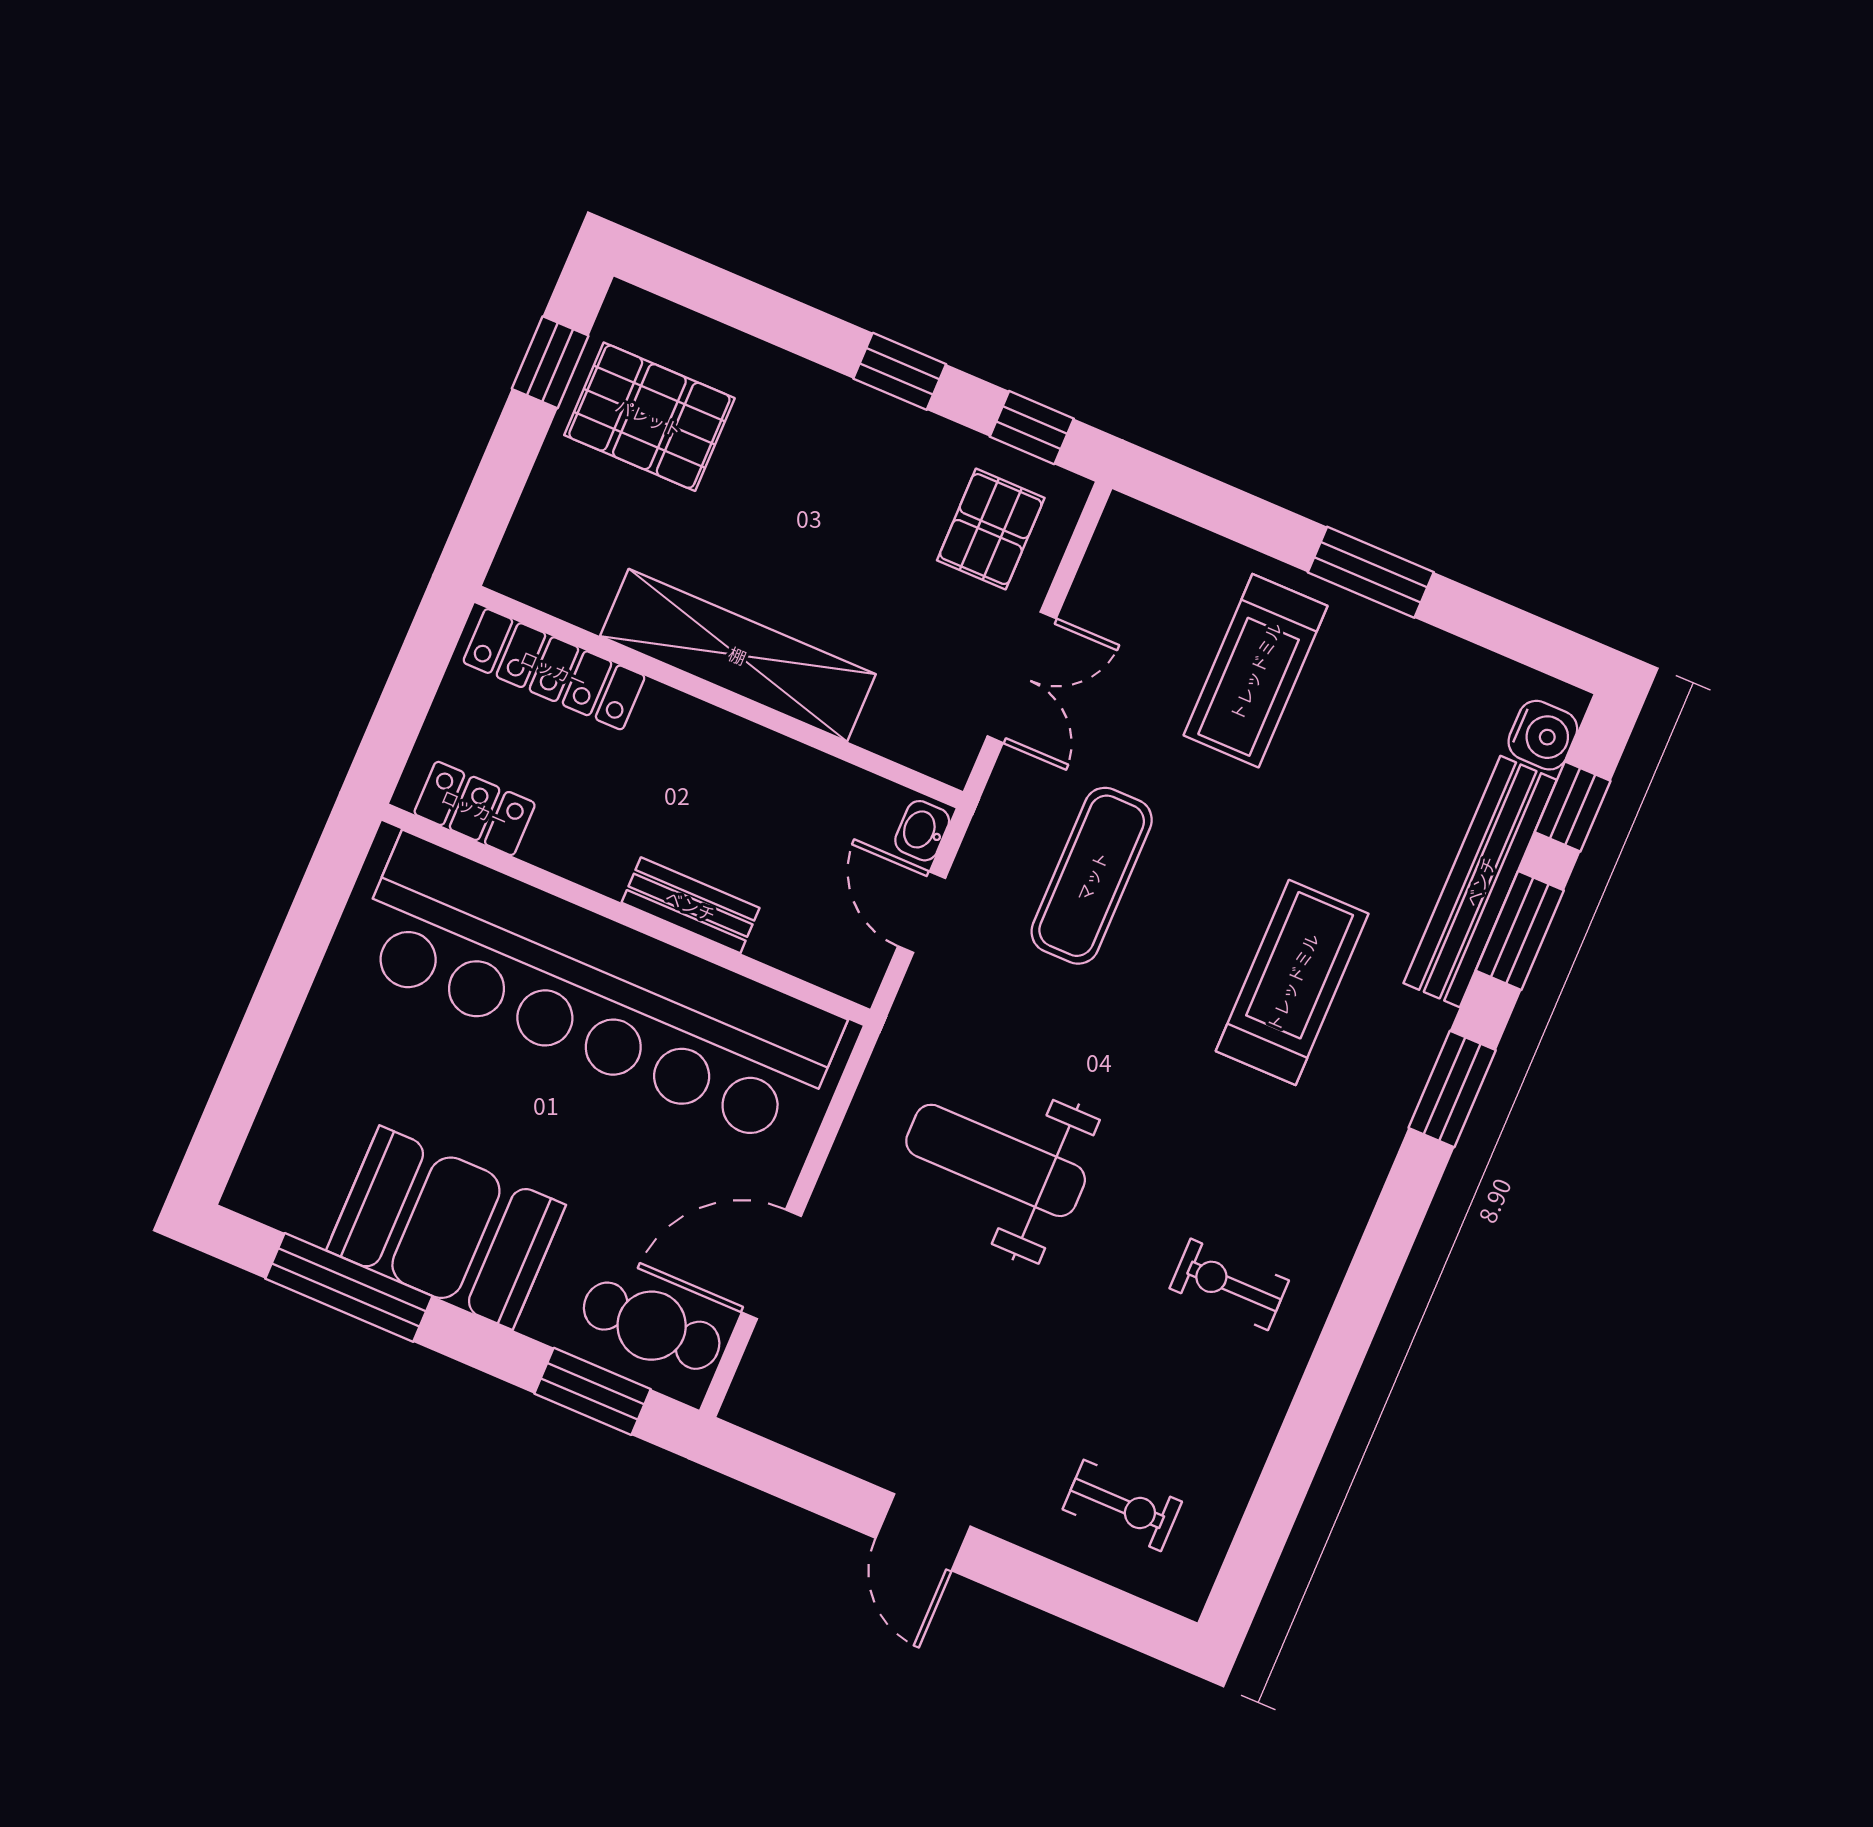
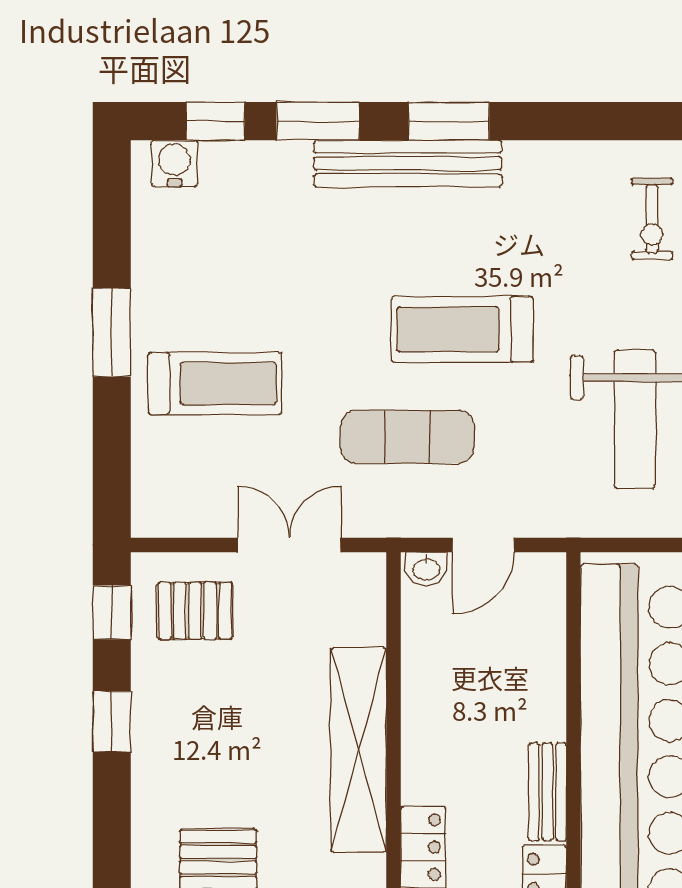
bench: (1480, 881) -> (408, 163), moved
bench: (691, 905) -> (548, 792), moved
treadmill: (1292, 982) -> (462, 329), moved

